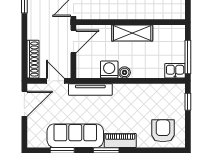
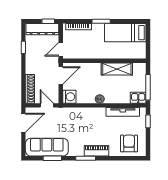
shelving: (132, 33) -> (117, 69), moved
washing machine: (109, 70) -> (69, 97), moved, turned 90
tv unit: (90, 89) -> (123, 112), moved
sofa: (75, 136) -> (47, 147), moved

